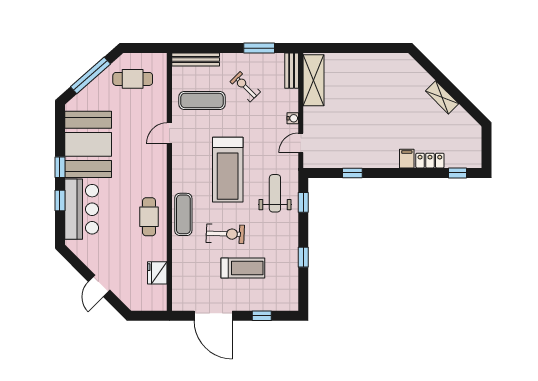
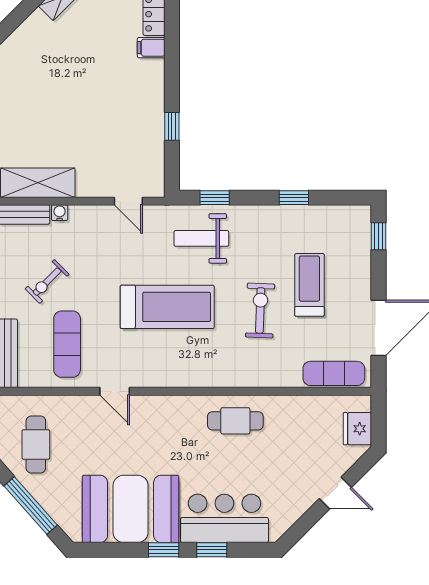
water cooler: (293, 118) -> (60, 213), moved
exercise mat: (183, 214) -> (334, 373), moved
fridge: (157, 273) -> (357, 429), moved, turned 90
window: (262, 316) -> (378, 236), moved

